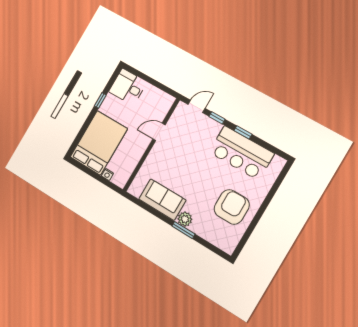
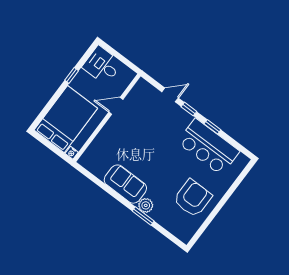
door: (159, 132) -> (116, 106), moved
wall: (151, 145) -> (107, 118), moved

